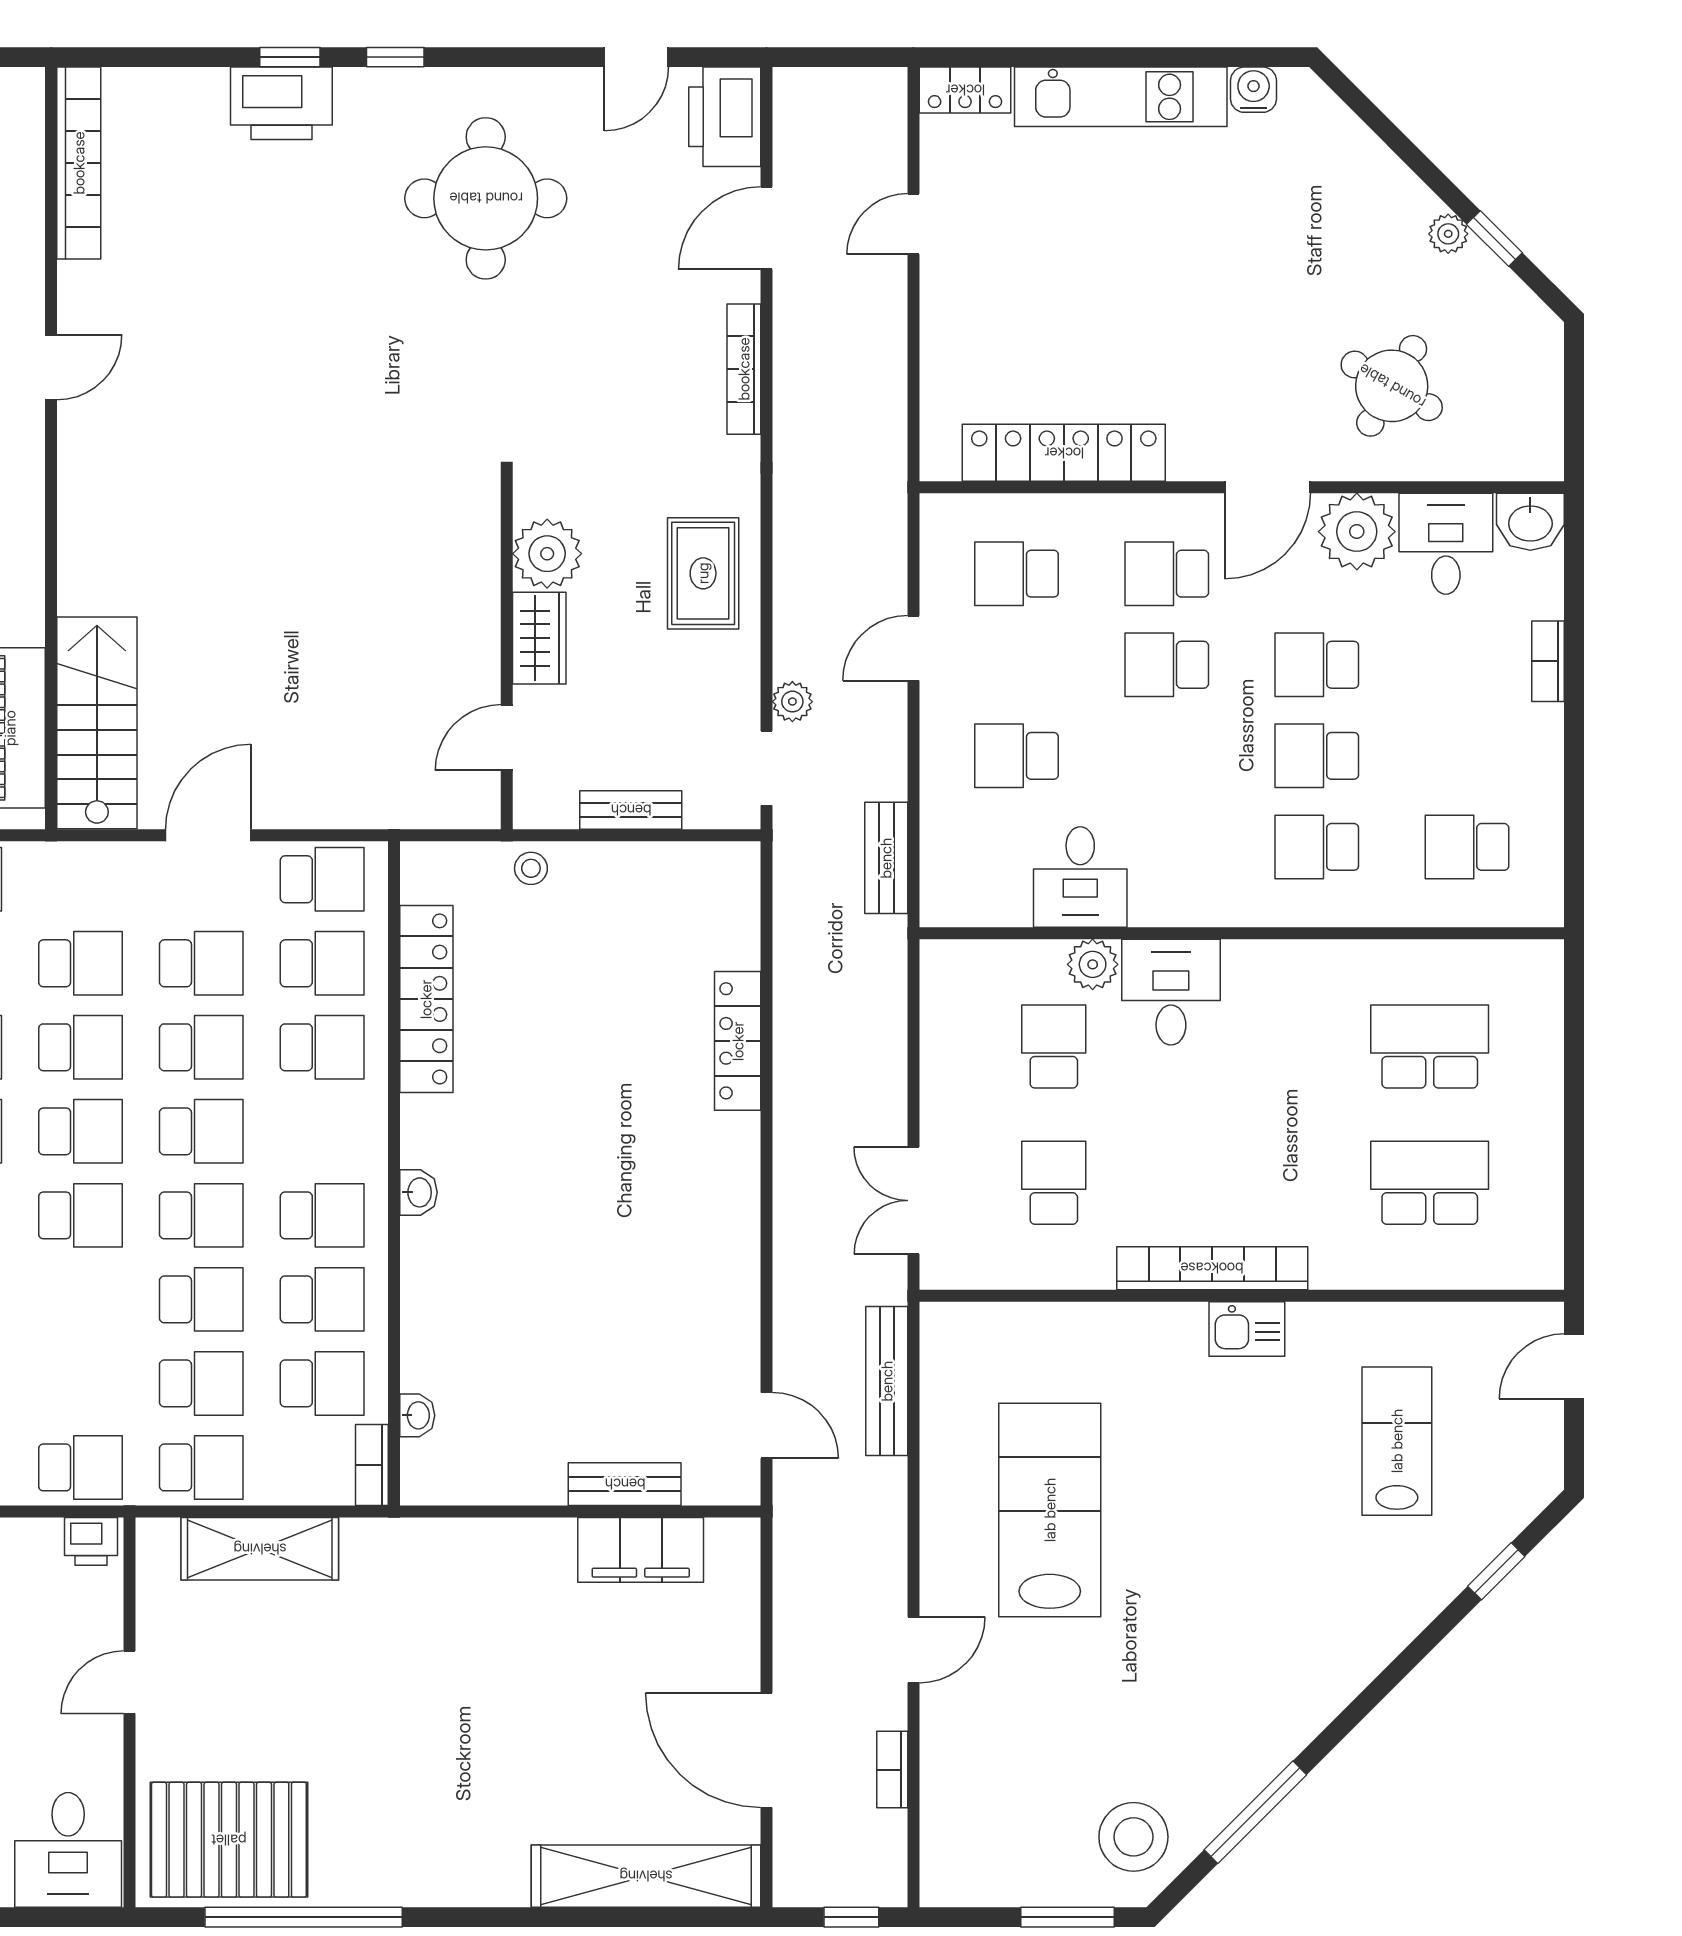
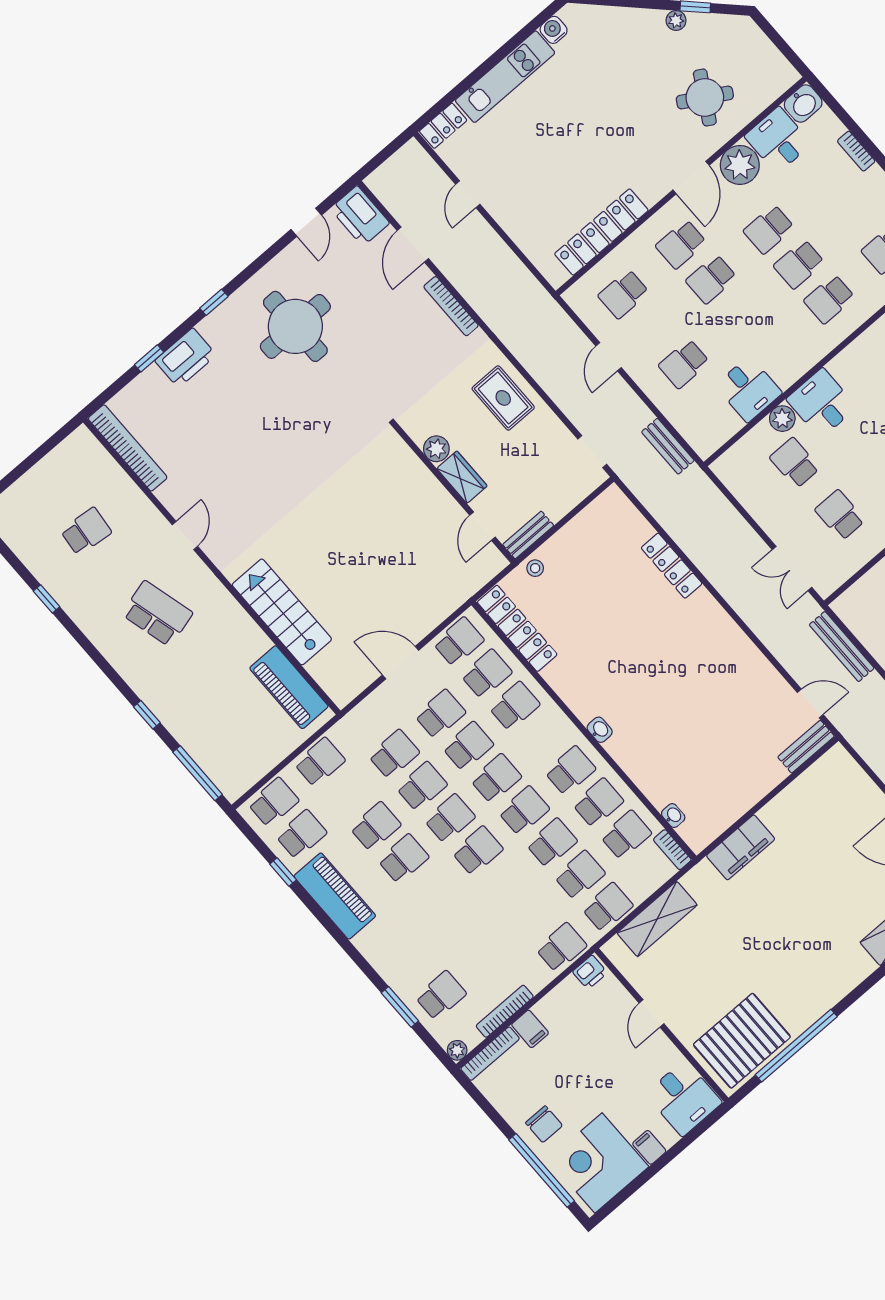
window: (290, 57) -> (149, 358), moved
plant: (547, 554) -> (436, 449), width x0.73, depth x0.73
plant: (792, 702) -> (580, 417), removed
stairs: (97, 723) -> (282, 612), moved
bench: (631, 810) -> (528, 535), moved
door: (208, 835) -> (400, 663), hinge flipped
locker: (426, 999) -> (517, 628), moved
bench: (625, 1484) -> (806, 747), moved
filing cabinet: (641, 1550) -> (741, 847), moved

